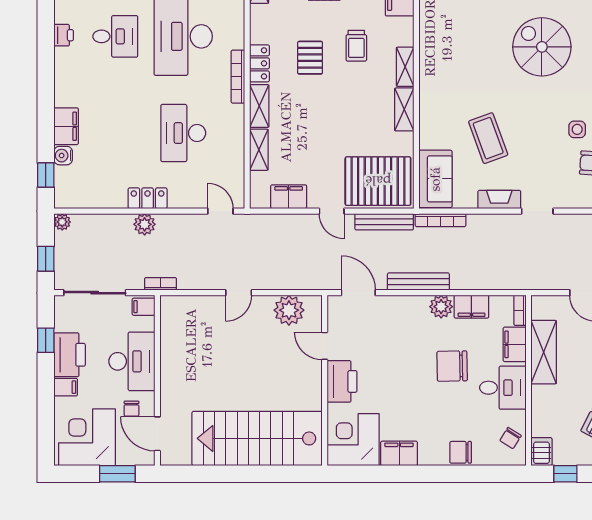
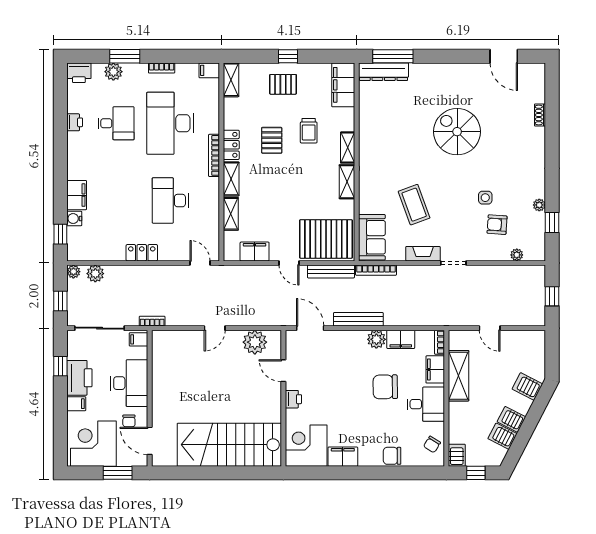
plant: (145, 224) -> (95, 274), moved
printer: (342, 381) -> (293, 399), width x0.53, depth x0.68

